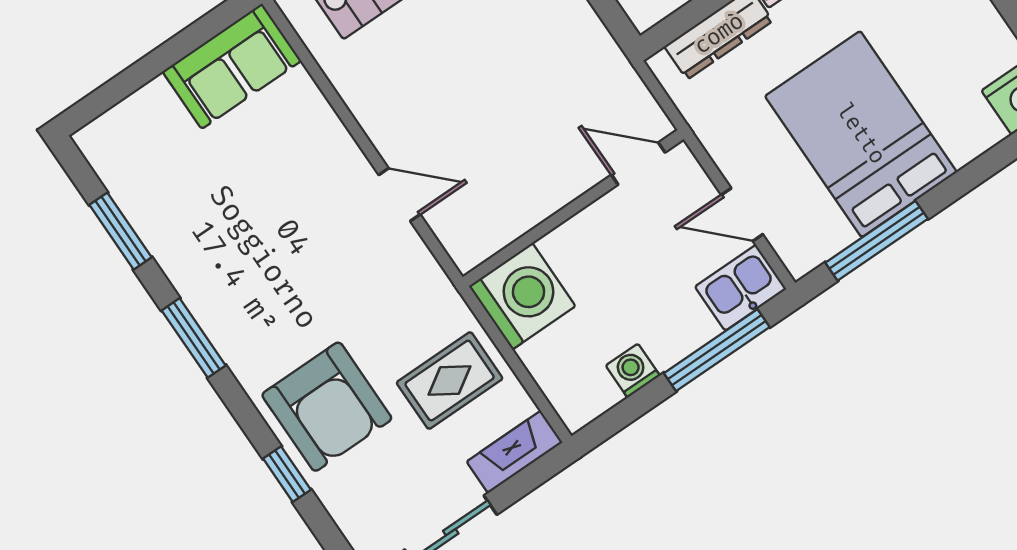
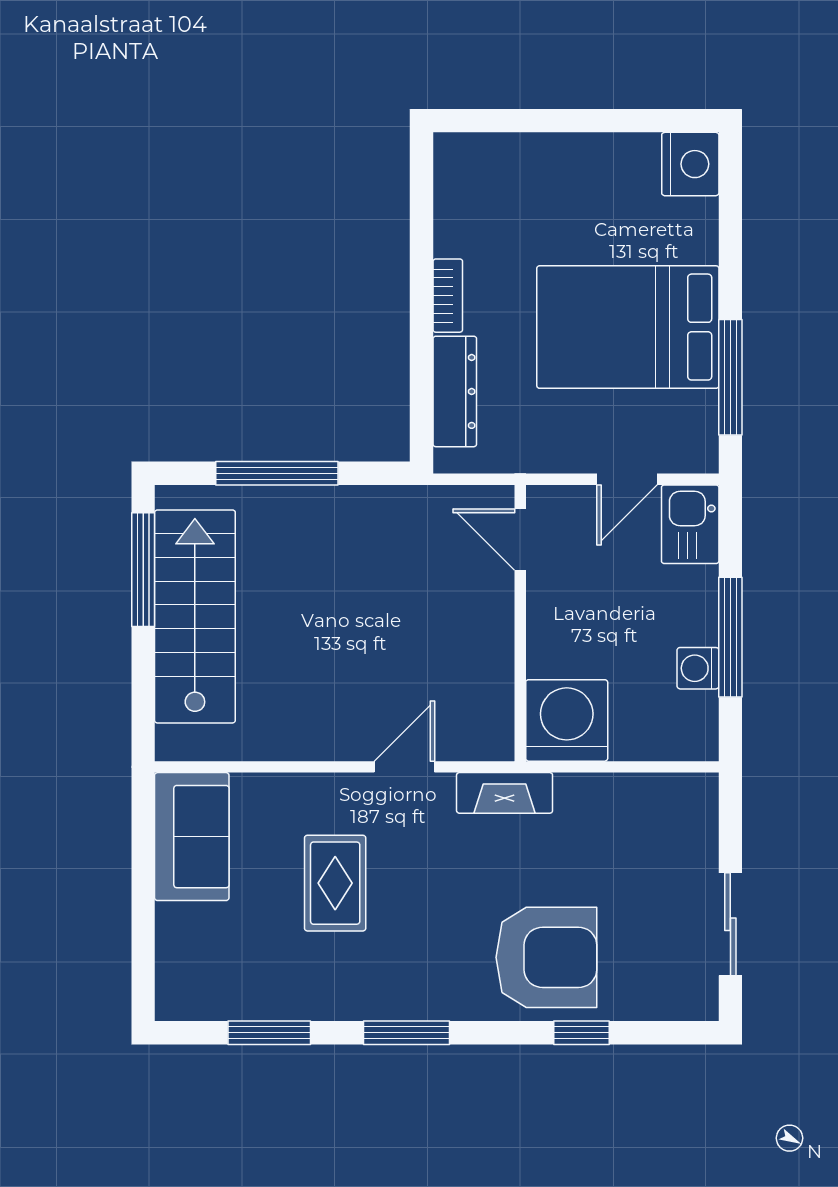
door: (638, 164) -> (520, 540), hinge flipped
window: (717, 350) -> (730, 637), moved
rug: (450, 381) -> (335, 883), moved
fireplace: (515, 452) -> (505, 793), moved, turned -90

